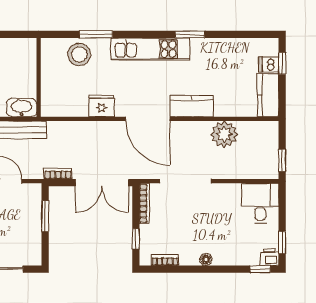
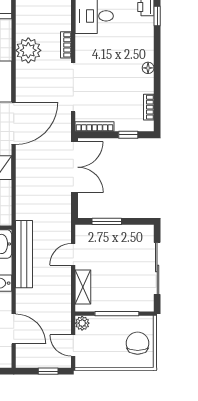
bookcase: (58, 174) -> (66, 45), moved

